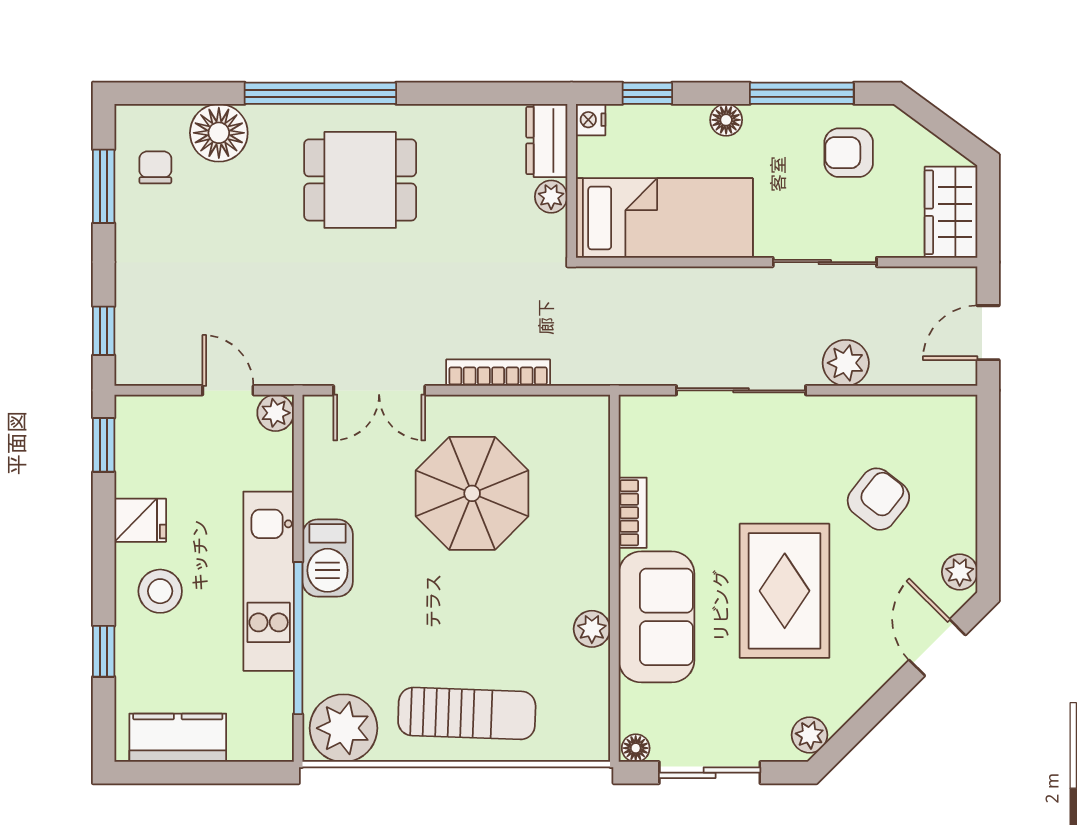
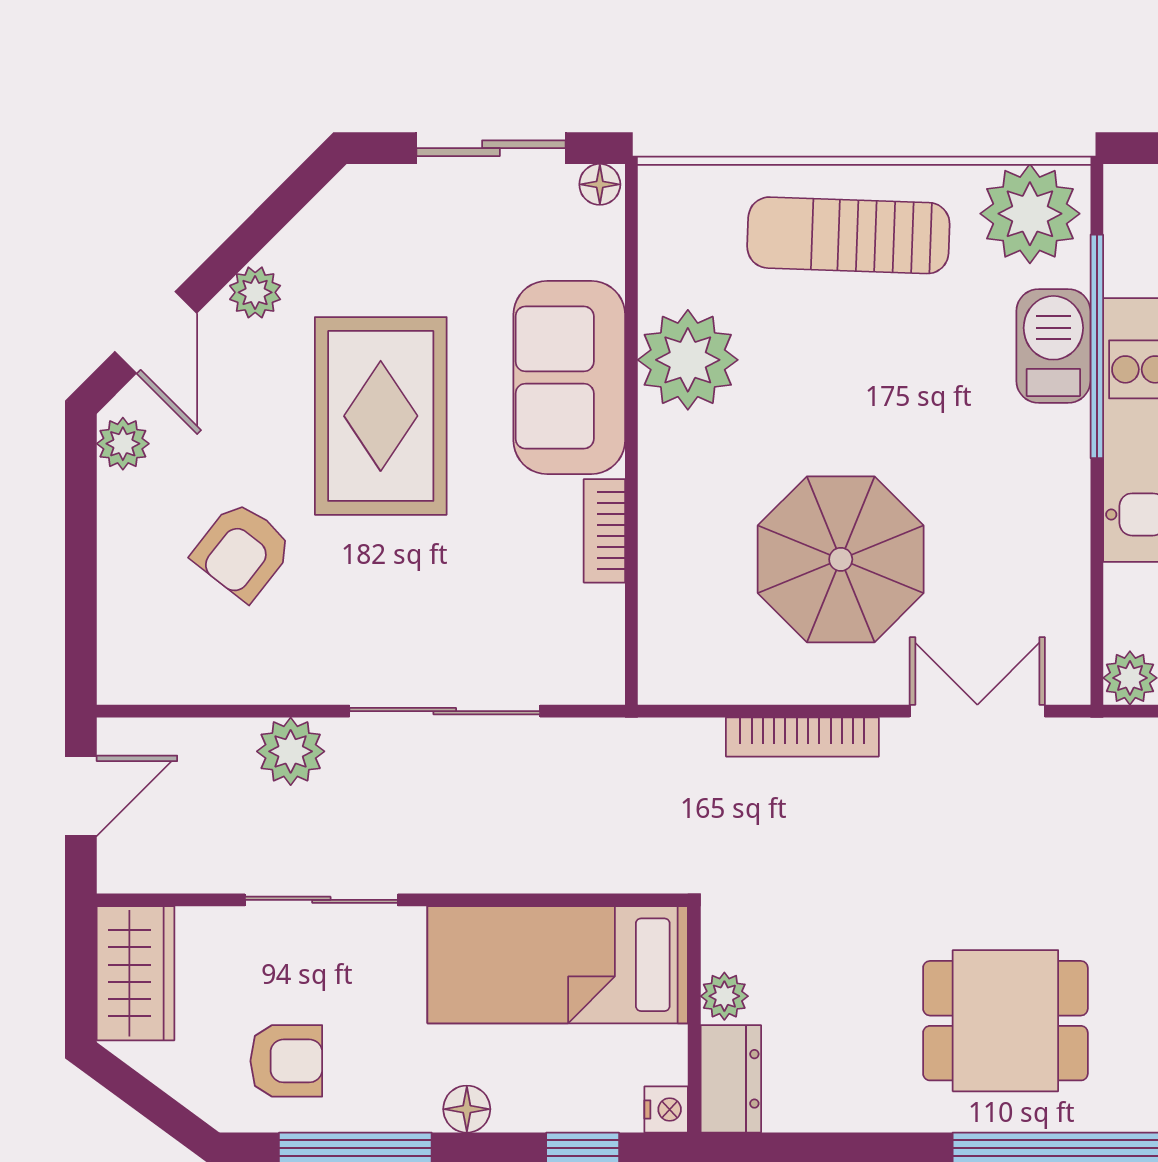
barbecue: (328, 558) -> (1053, 346), moved
plant: (592, 629) -> (688, 360), width x1.88, depth x1.88
plant: (810, 735) -> (255, 292), moved

